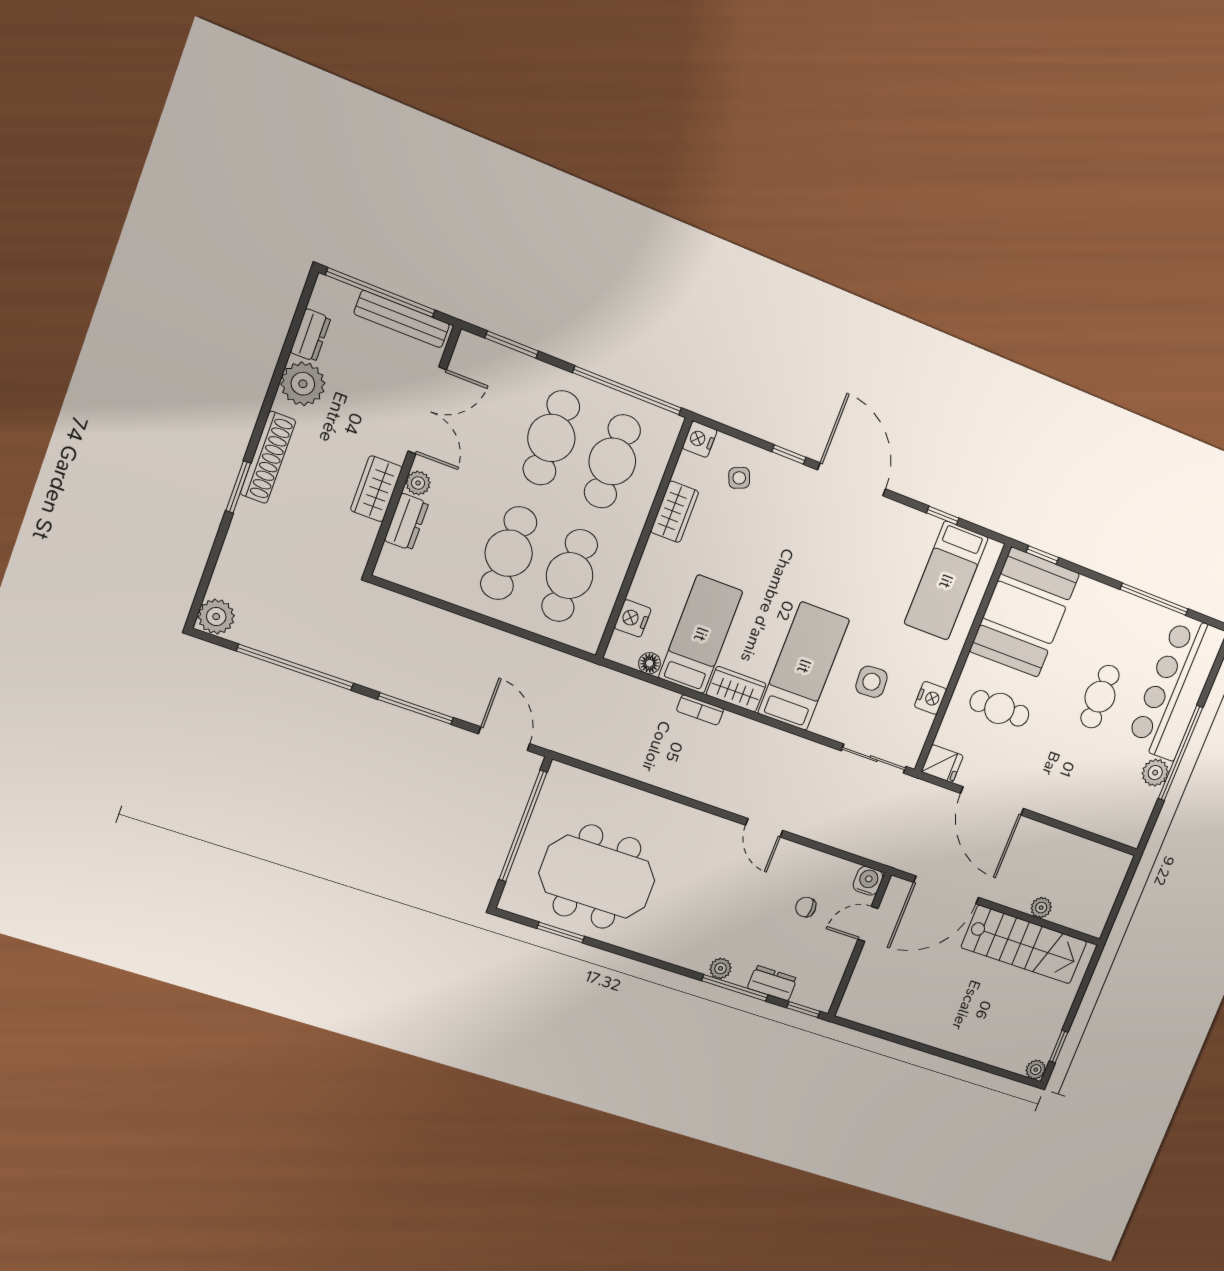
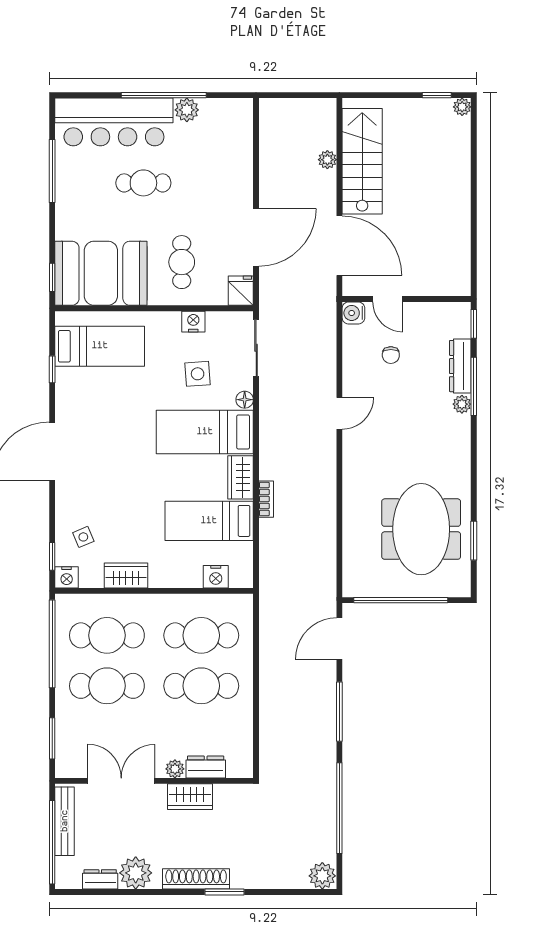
window: (789, 454) -> (52, 556), moved
floor lamp: (650, 663) -> (245, 400), moved
dresser: (772, 983) -> (460, 366), width x1.44

